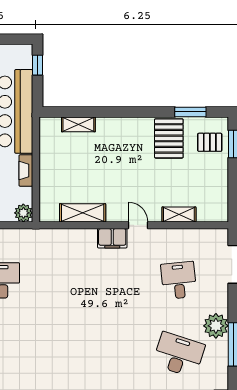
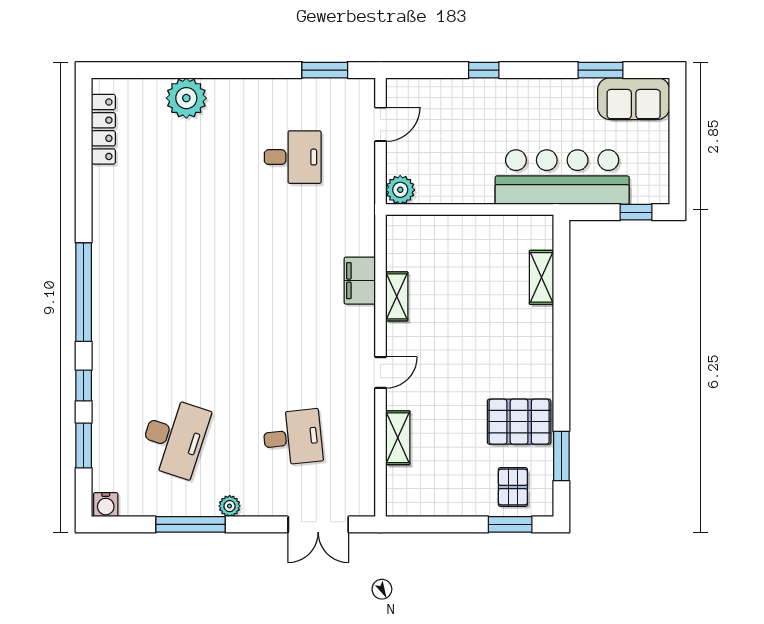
fireplace: (26, 170) -> (468, 194), removed
shelving: (83, 213) -> (397, 296), width x0.67, depth x0.75
filing cabinet: (112, 238) -> (360, 281), moved
plant: (216, 326) -> (230, 506), width x0.53, depth x0.53

